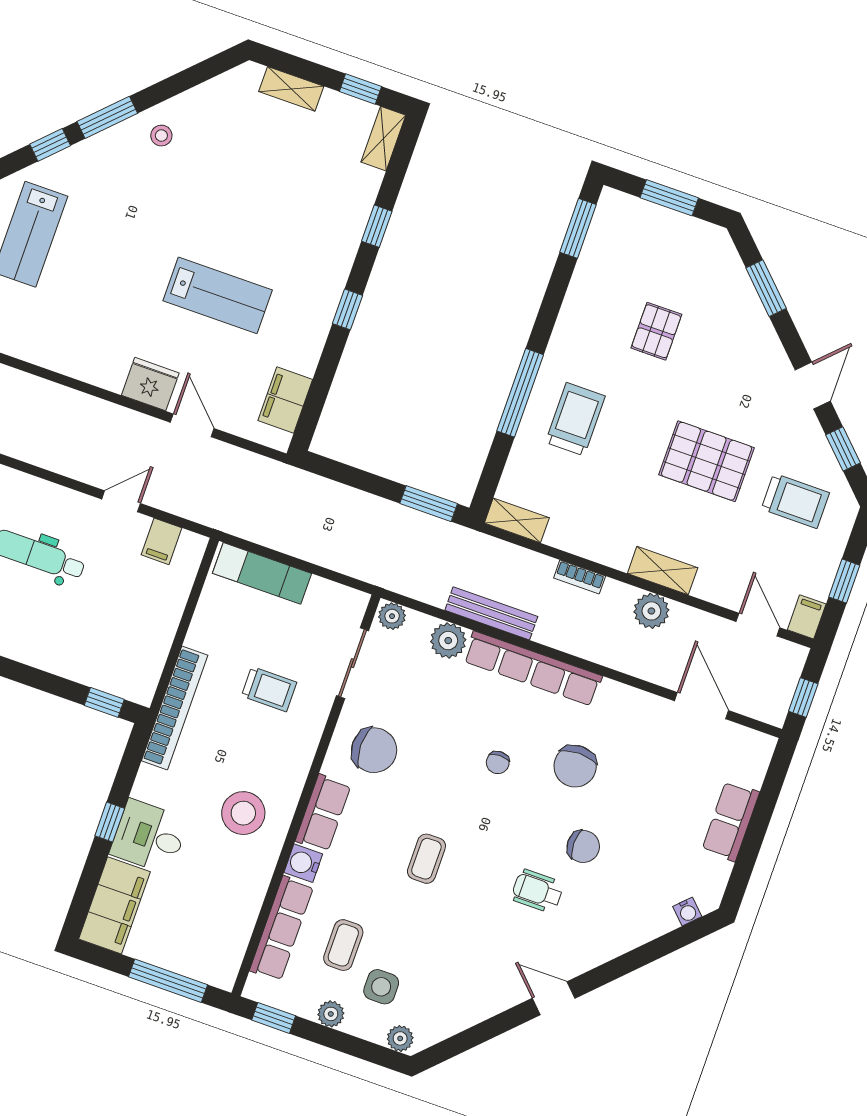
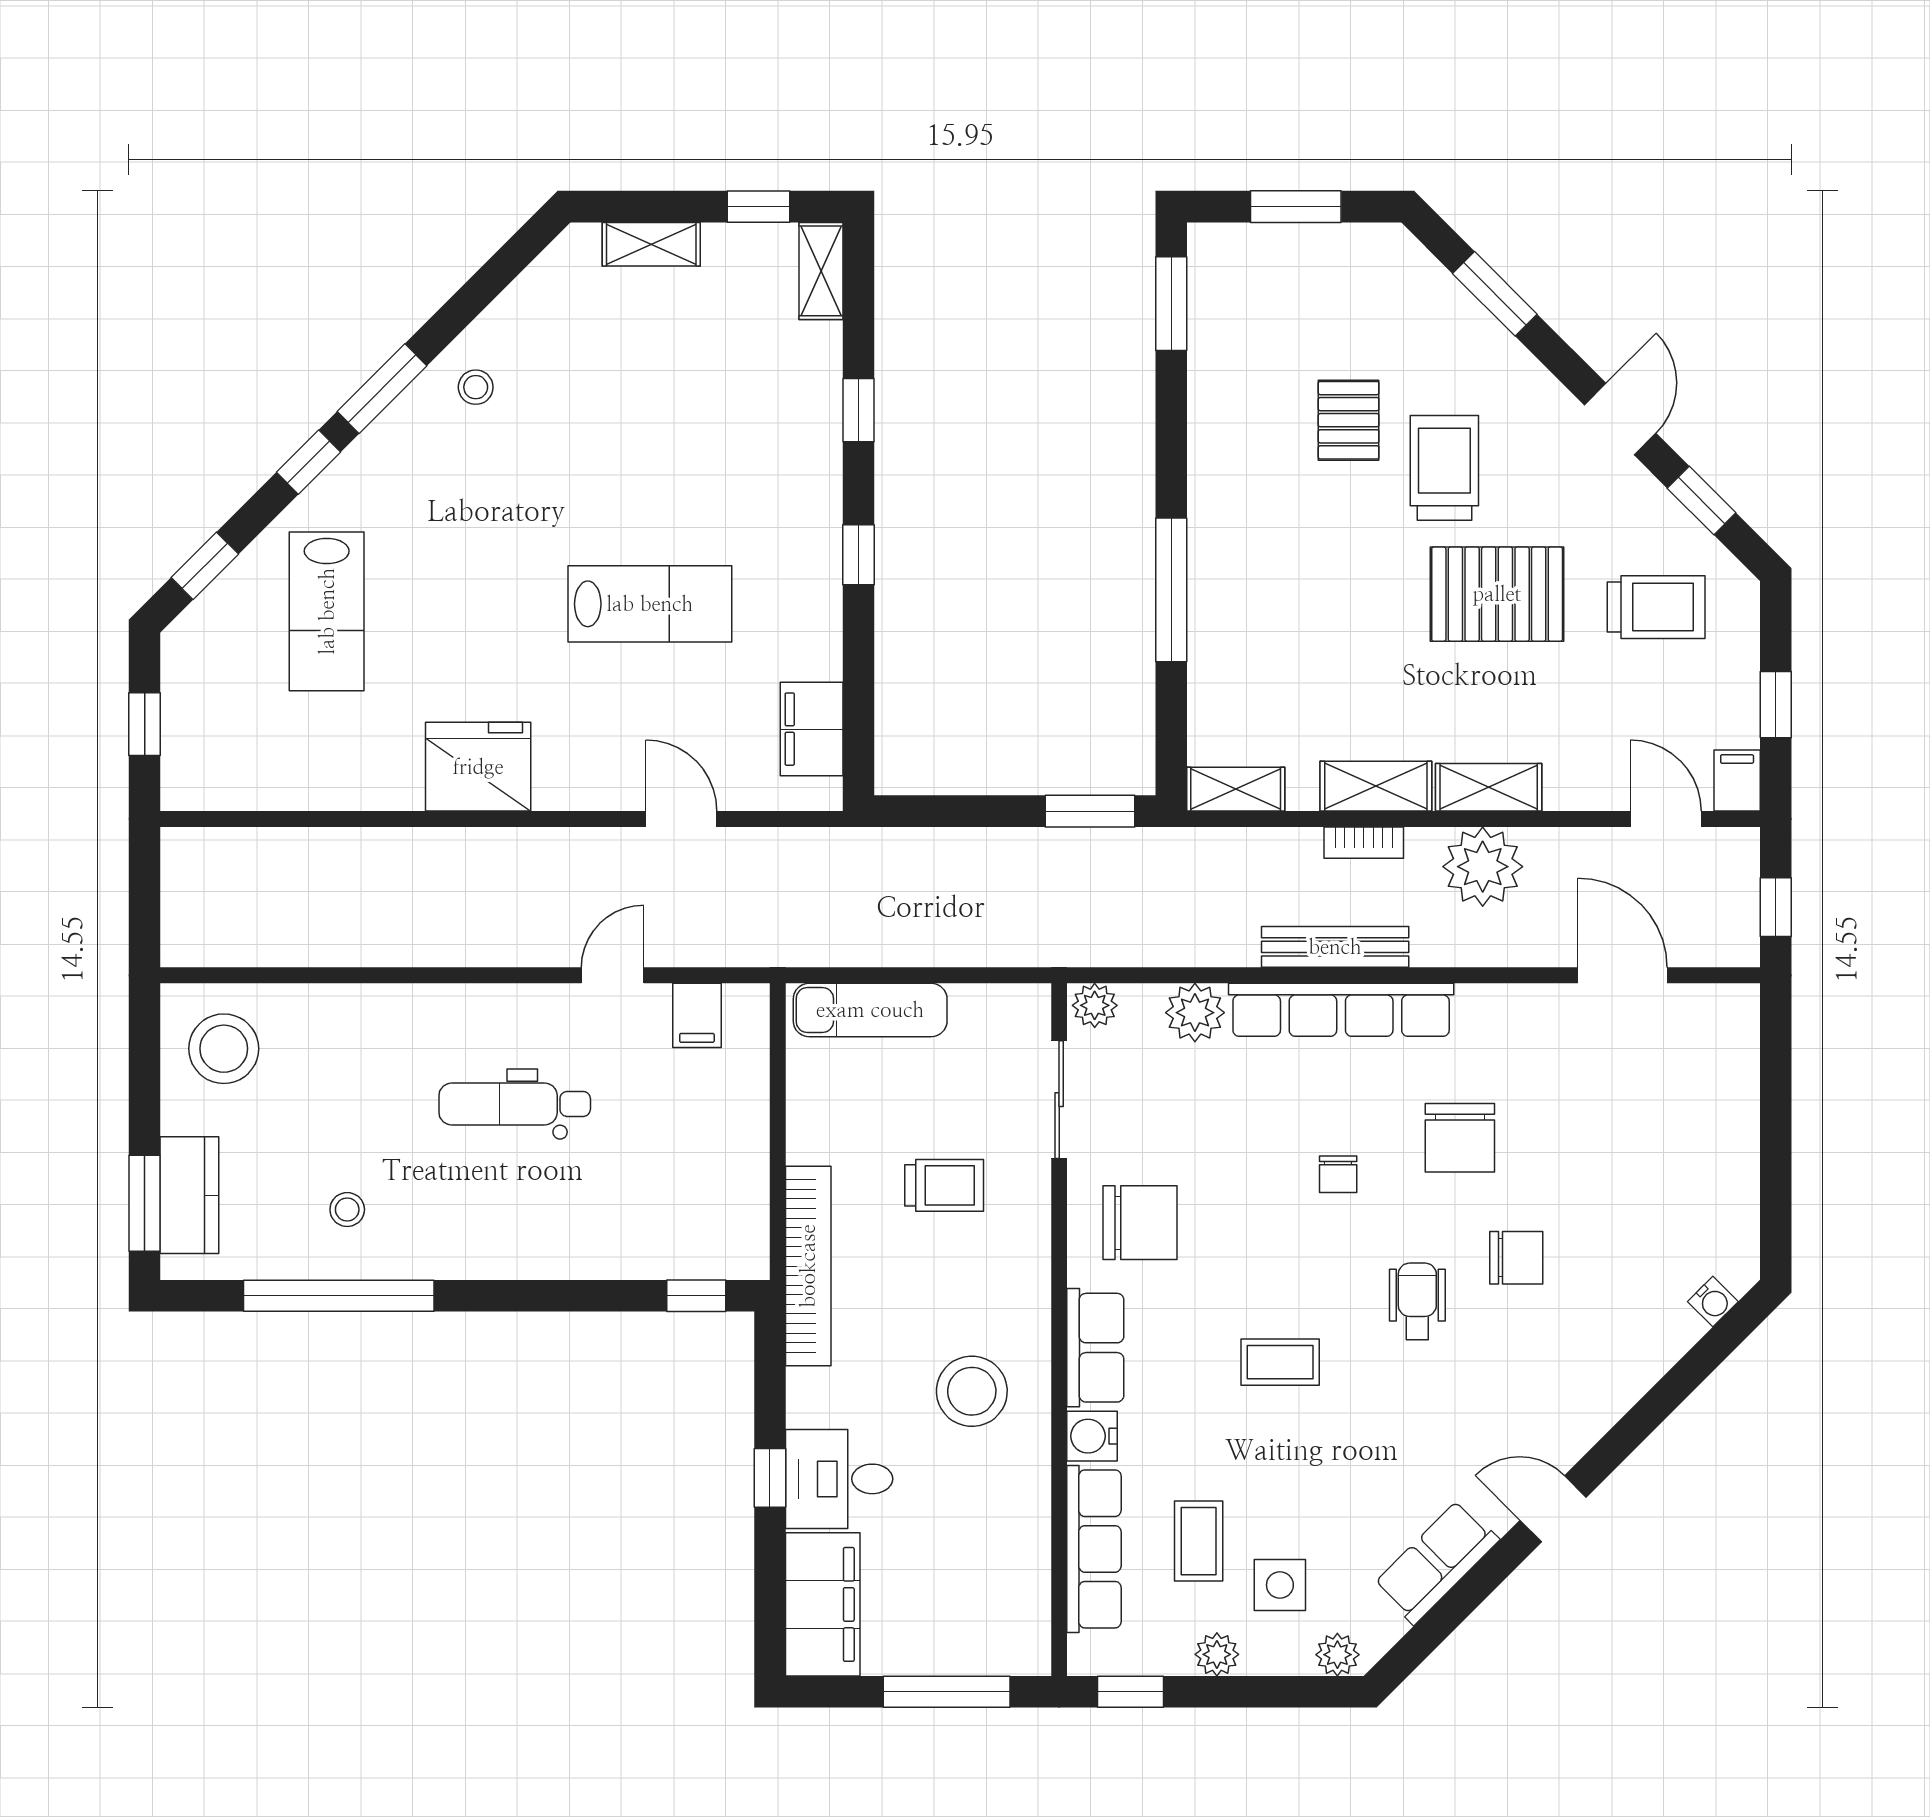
fridge: (150, 384) -> (478, 767), moved, width x1.36, depth x1.34
trolley: (575, 419) -> (1444, 468), moved
shelving: (598, 547) -> (1376, 786), added
plant: (651, 611) -> (1483, 867), width x1.36, depth x1.36
bench: (491, 613) -> (1335, 947), moved
row of seats: (731, 821) -> (1436, 1562), moved, turned 45
coffee table: (426, 859) -> (1280, 1362), turned 90
wheelchair: (537, 891) -> (1417, 1301), moved, turned 90

